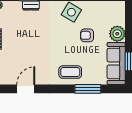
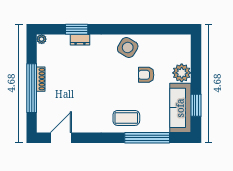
door: (26, 89) -> (61, 138), moved
window: (88, 89) -> (147, 138), width x1.46

